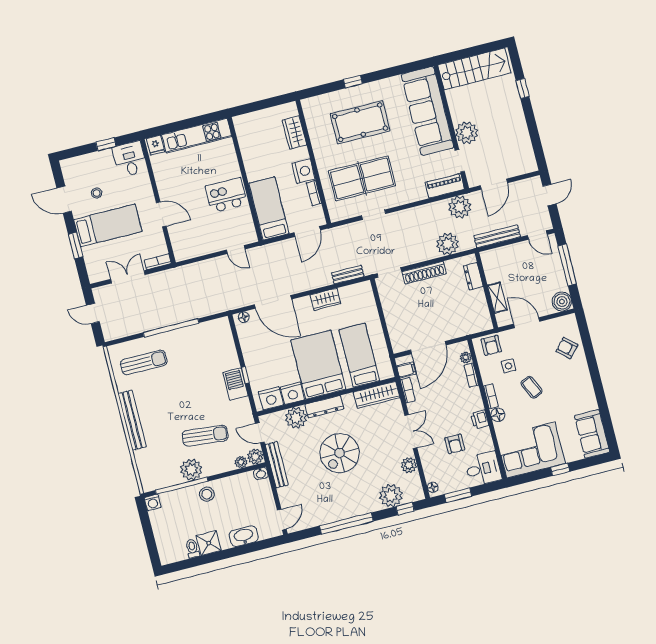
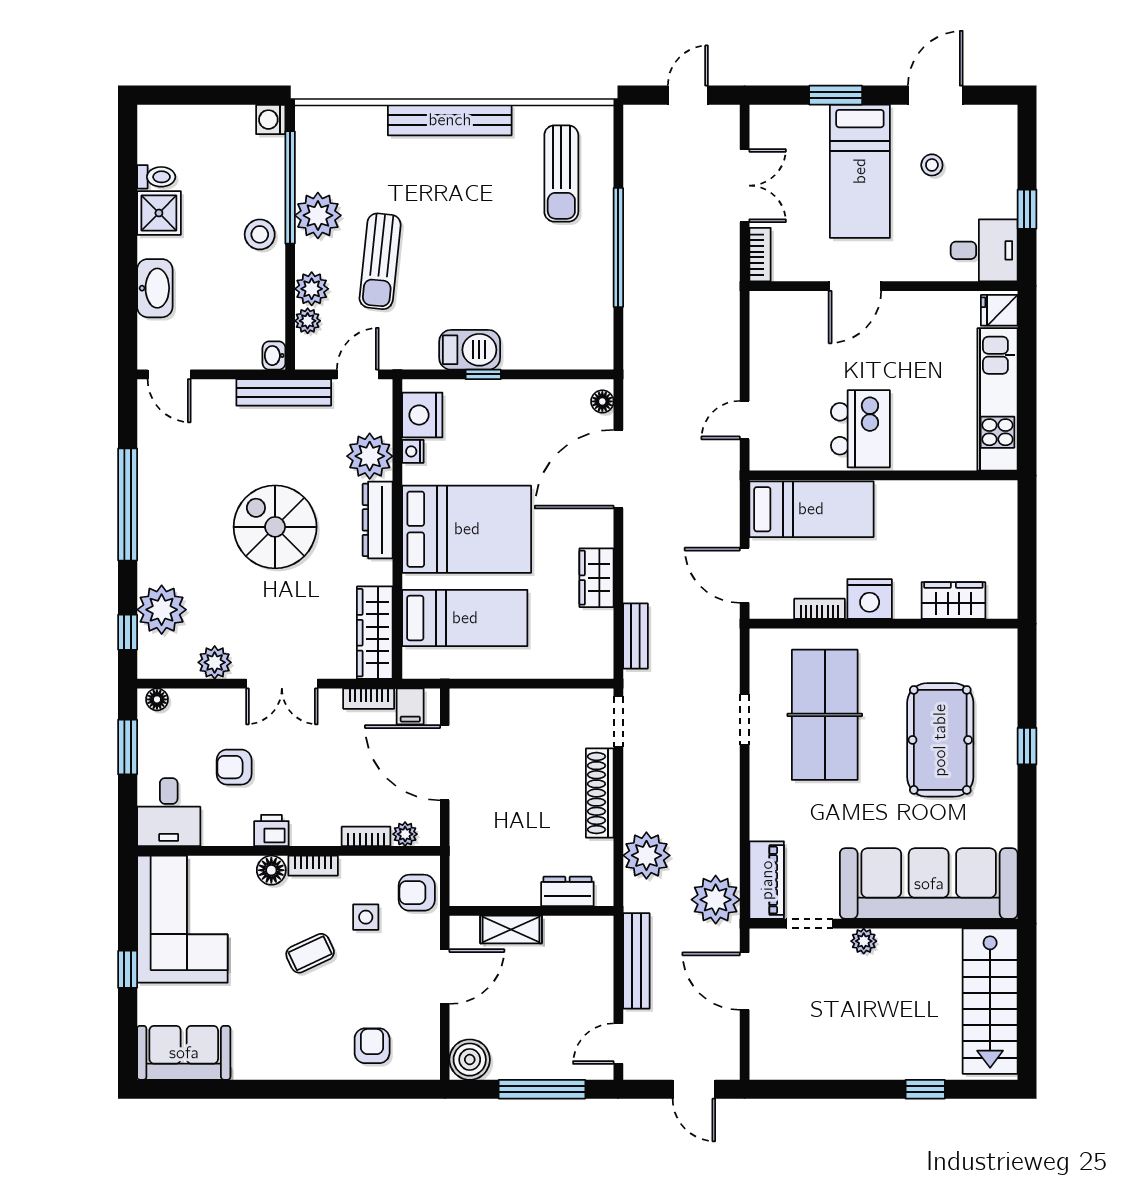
plant: (467, 133) -> (864, 941), width x0.53, depth x0.53
armchair: (567, 348) -> (372, 1046), turned -42
nightstand: (292, 393) -> (413, 451), width x0.53, depth x0.56
plant: (255, 457) -> (312, 289), moved

